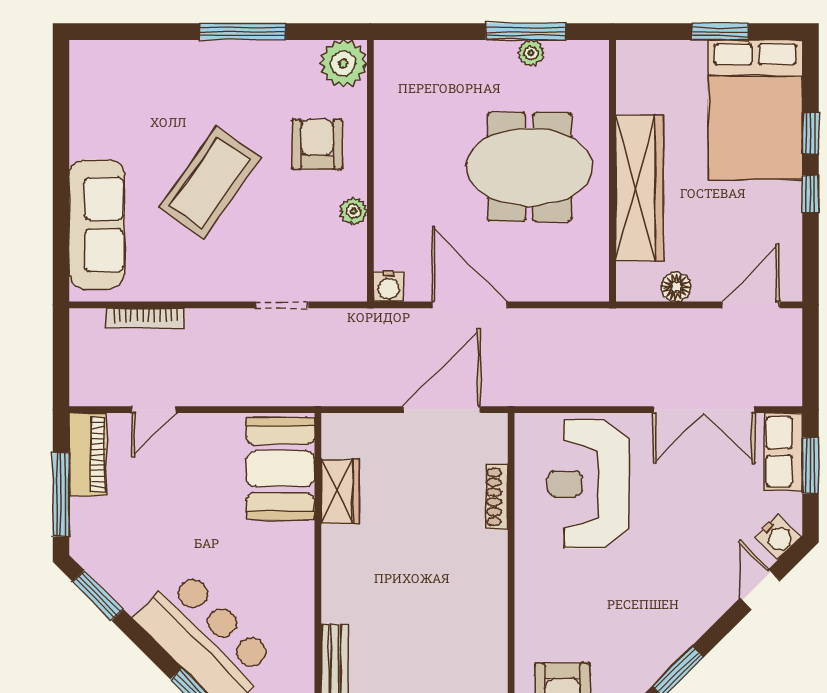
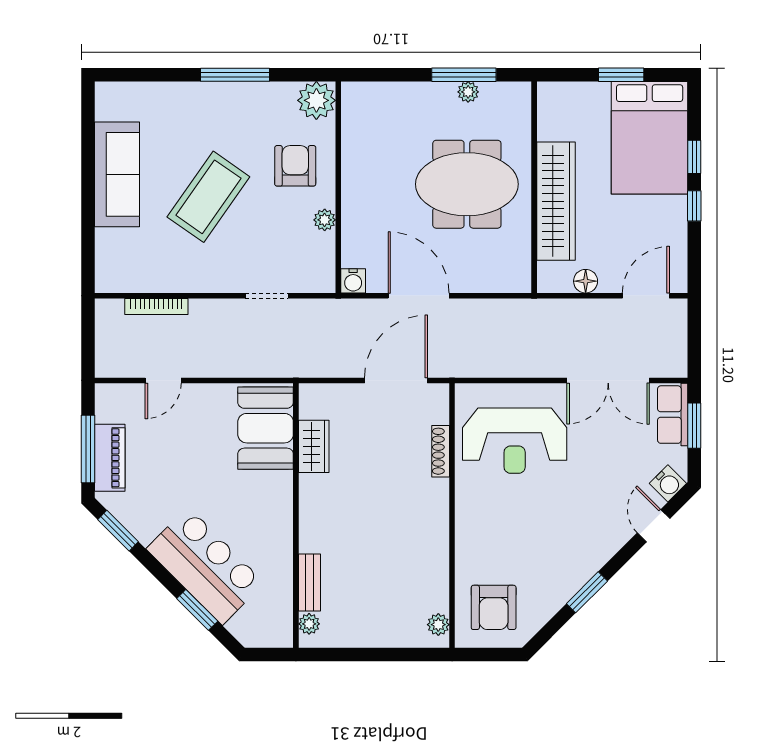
sofa: (97, 224) -> (117, 174), moved
piano: (88, 454) -> (110, 458), moved
reception desk: (588, 484) -> (515, 441), turned -90

